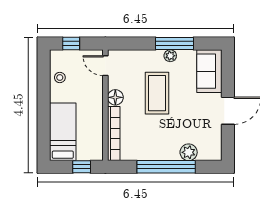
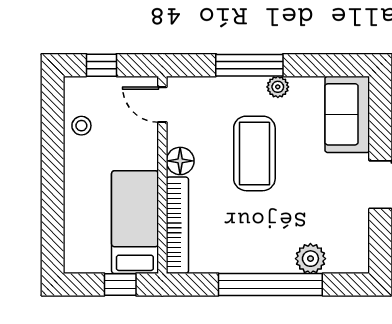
window: (174, 44) -> (249, 65), moved
bed: (63, 132) -> (135, 222), moved

